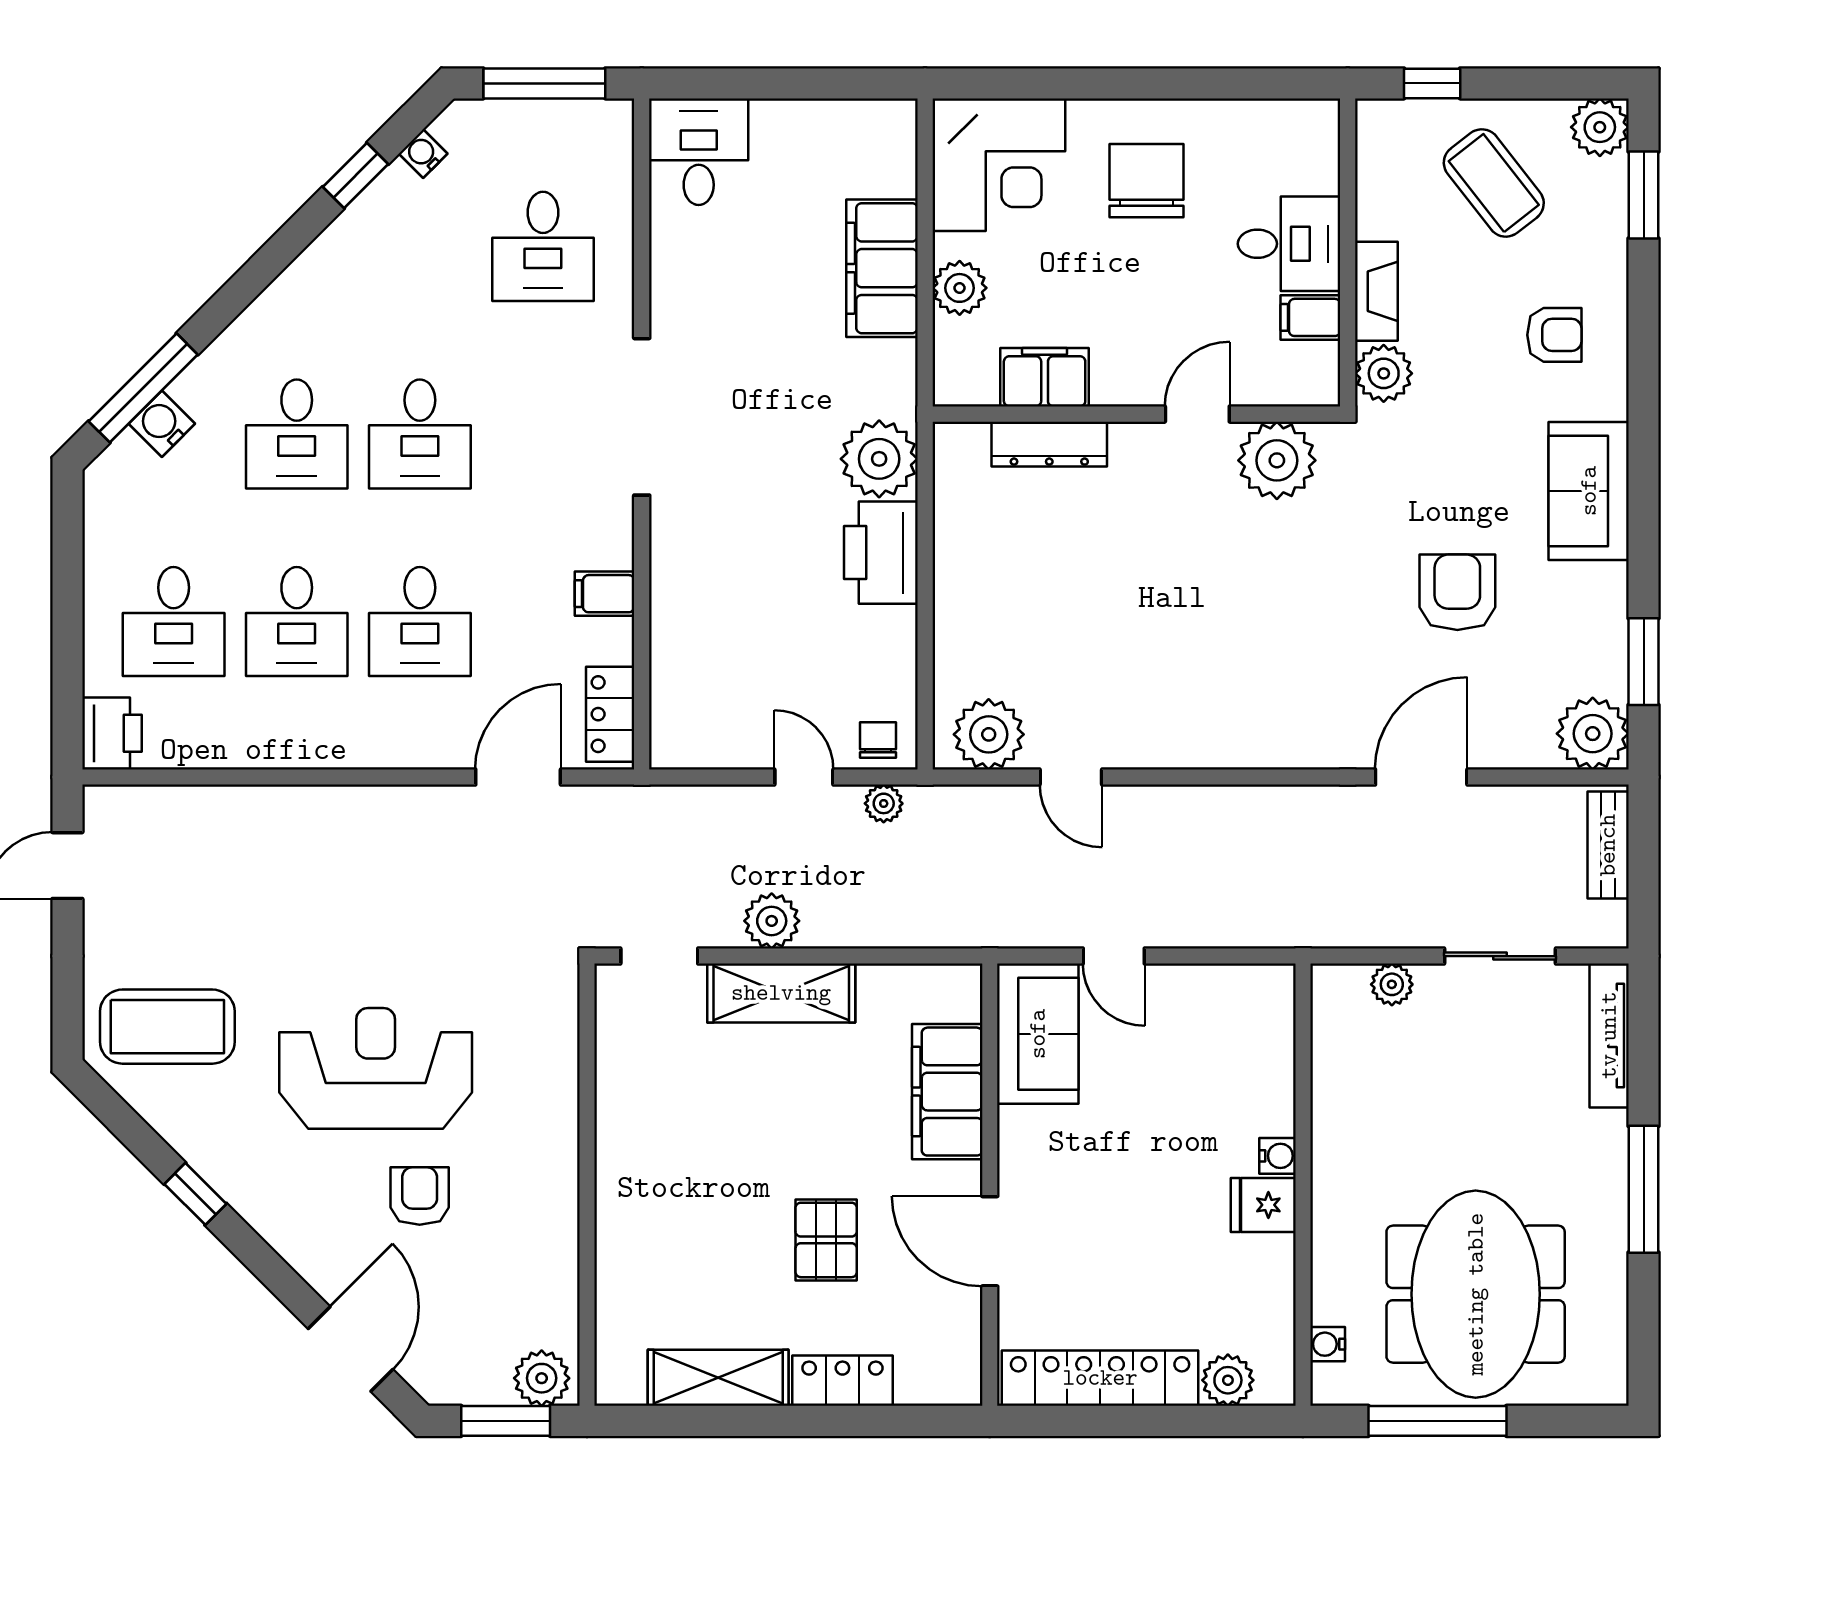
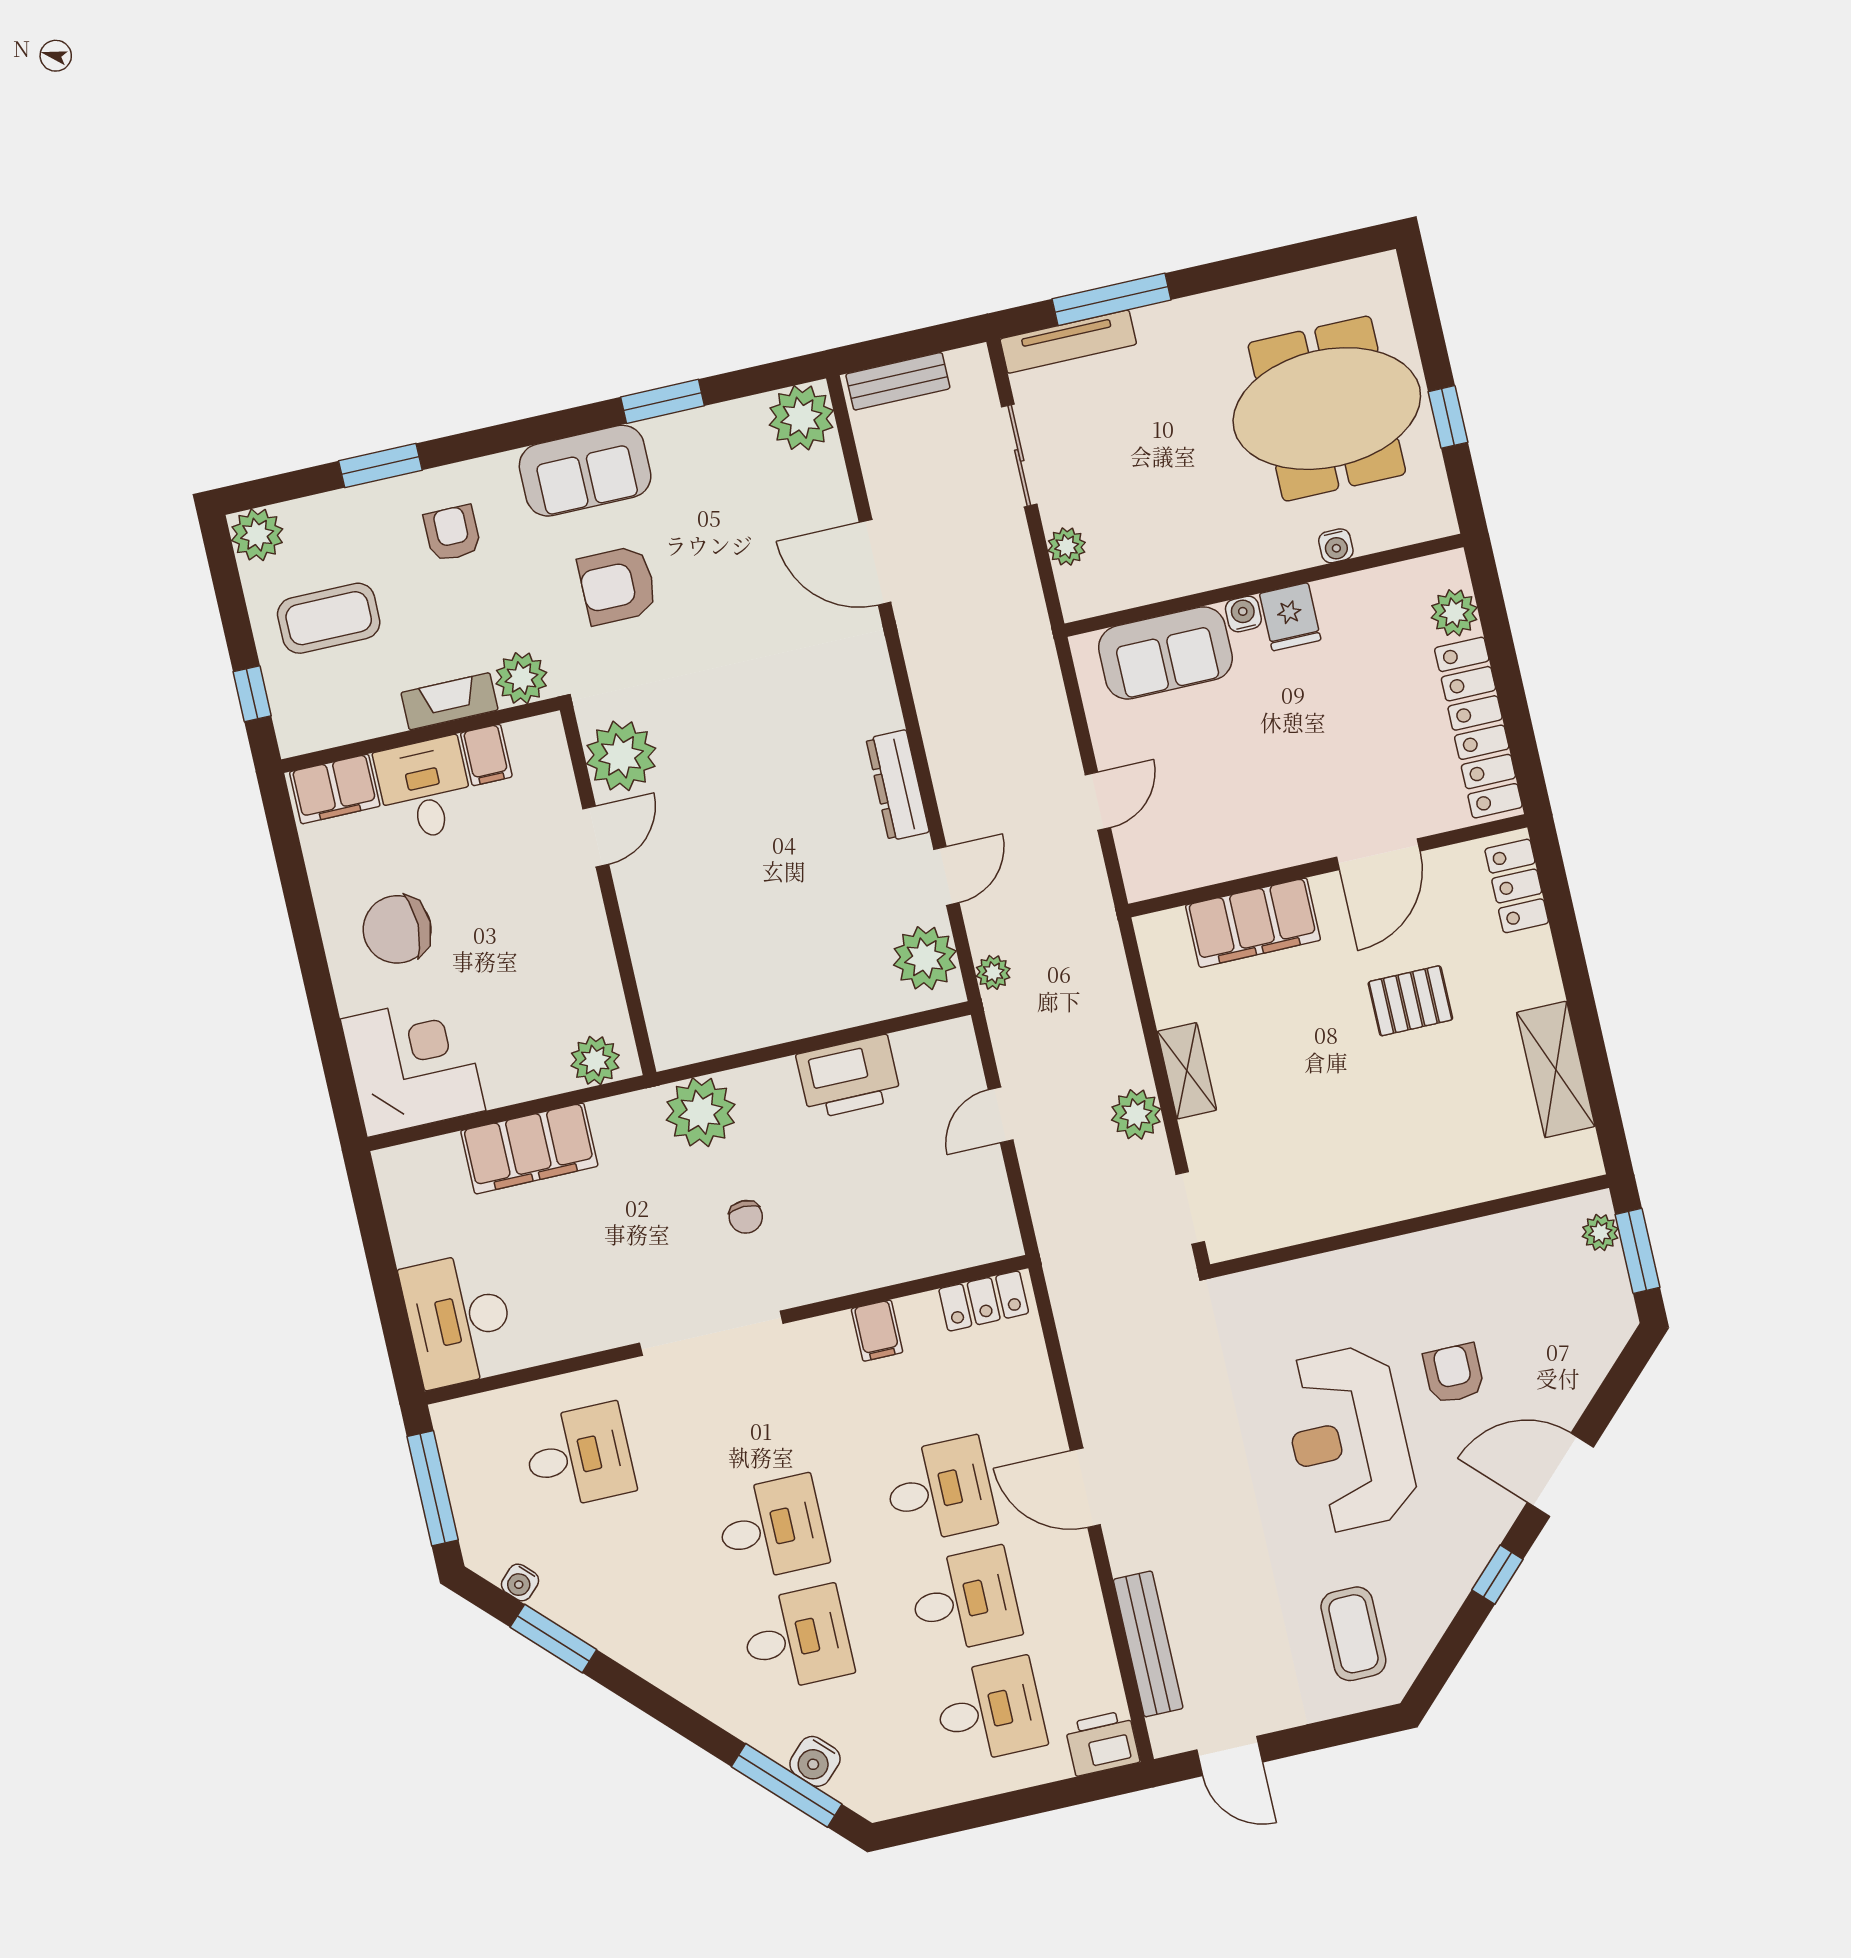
desk: (699, 152) -> (459, 1320), width x1.37
window: (356, 176) -> (553, 1638), width x1.50
coffee table: (1494, 183) -> (329, 618), turned 38
window: (1644, 195) -> (380, 466), moved
plant: (960, 288) -> (595, 1060), moved
filing cabinet: (1045, 377) -> (335, 789), moved, turned -90
door: (1197, 414) -> (596, 837), swing flipped
dresser: (1049, 444) -> (898, 785), moved, turned 180
printer: (881, 553) -> (849, 1077), moved
armchair: (1457, 592) -> (618, 585), moved
window: (1644, 662) -> (662, 401), moved
chair: (878, 740) -> (746, 1217), moved, turned -90
door: (518, 777) -> (1085, 1488), moved
plant: (884, 803) -> (993, 972), moved
bench: (206, 806) -> (1148, 1644), added
shelving: (781, 993) -> (1187, 1071), width x0.67, depth x0.75
coffee table: (167, 1027) -> (1353, 1634), width x0.73, depth x0.76
sofa: (1038, 1034) -> (1165, 653), moved, turned 180
window: (1644, 1189) -> (1112, 299), moved
armchair: (420, 1196) -> (1454, 1374), turned 90
water cooler: (1328, 1344) -> (1336, 546), moved
door: (350, 1349) -> (1560, 1475), moved
plant: (542, 1378) -> (1600, 1233), width x0.73, depth x0.73
locker: (842, 1381) -> (1517, 886), moved
window: (1437, 1421) -> (1448, 417), width x0.46

